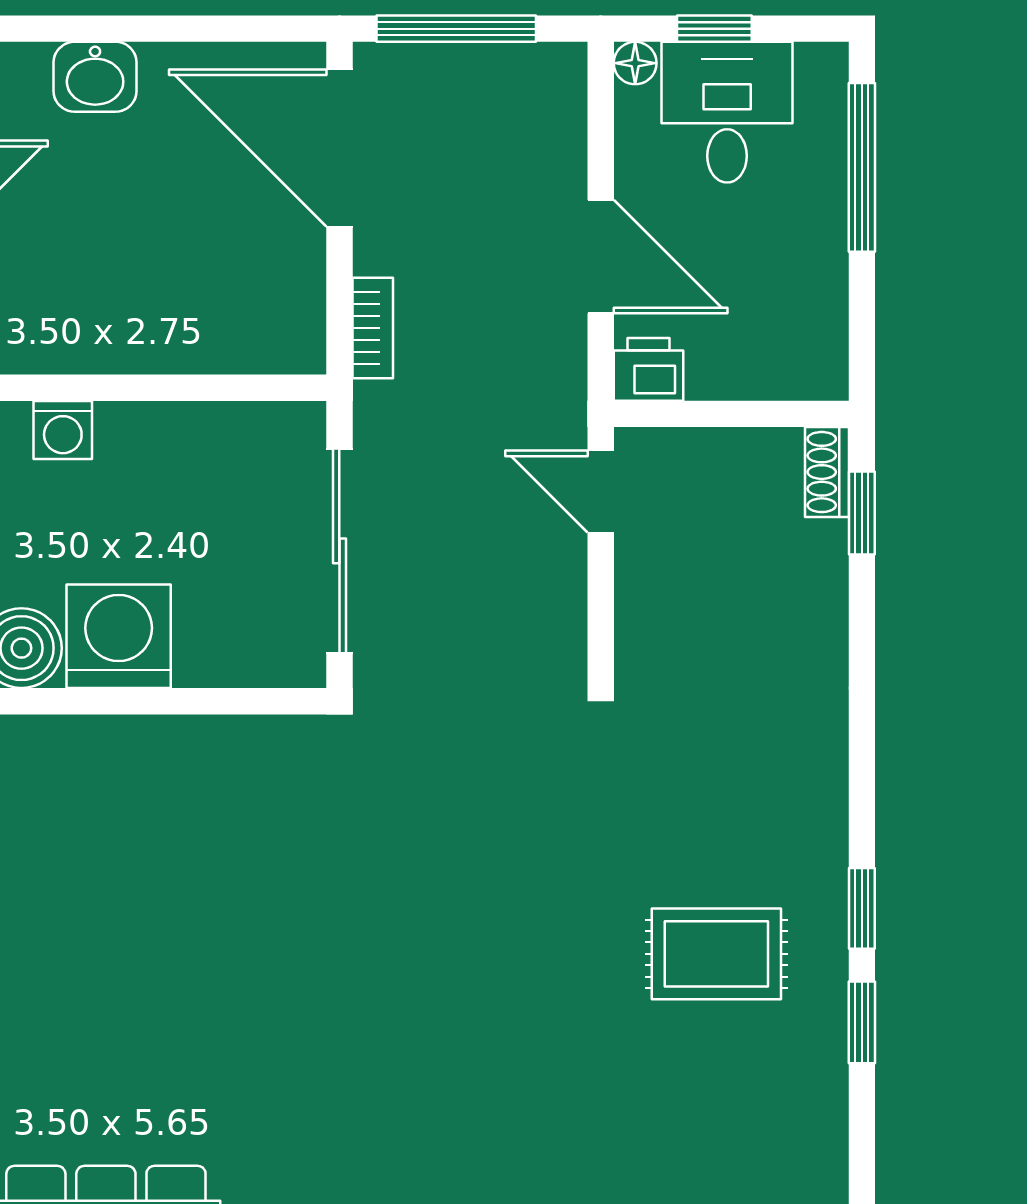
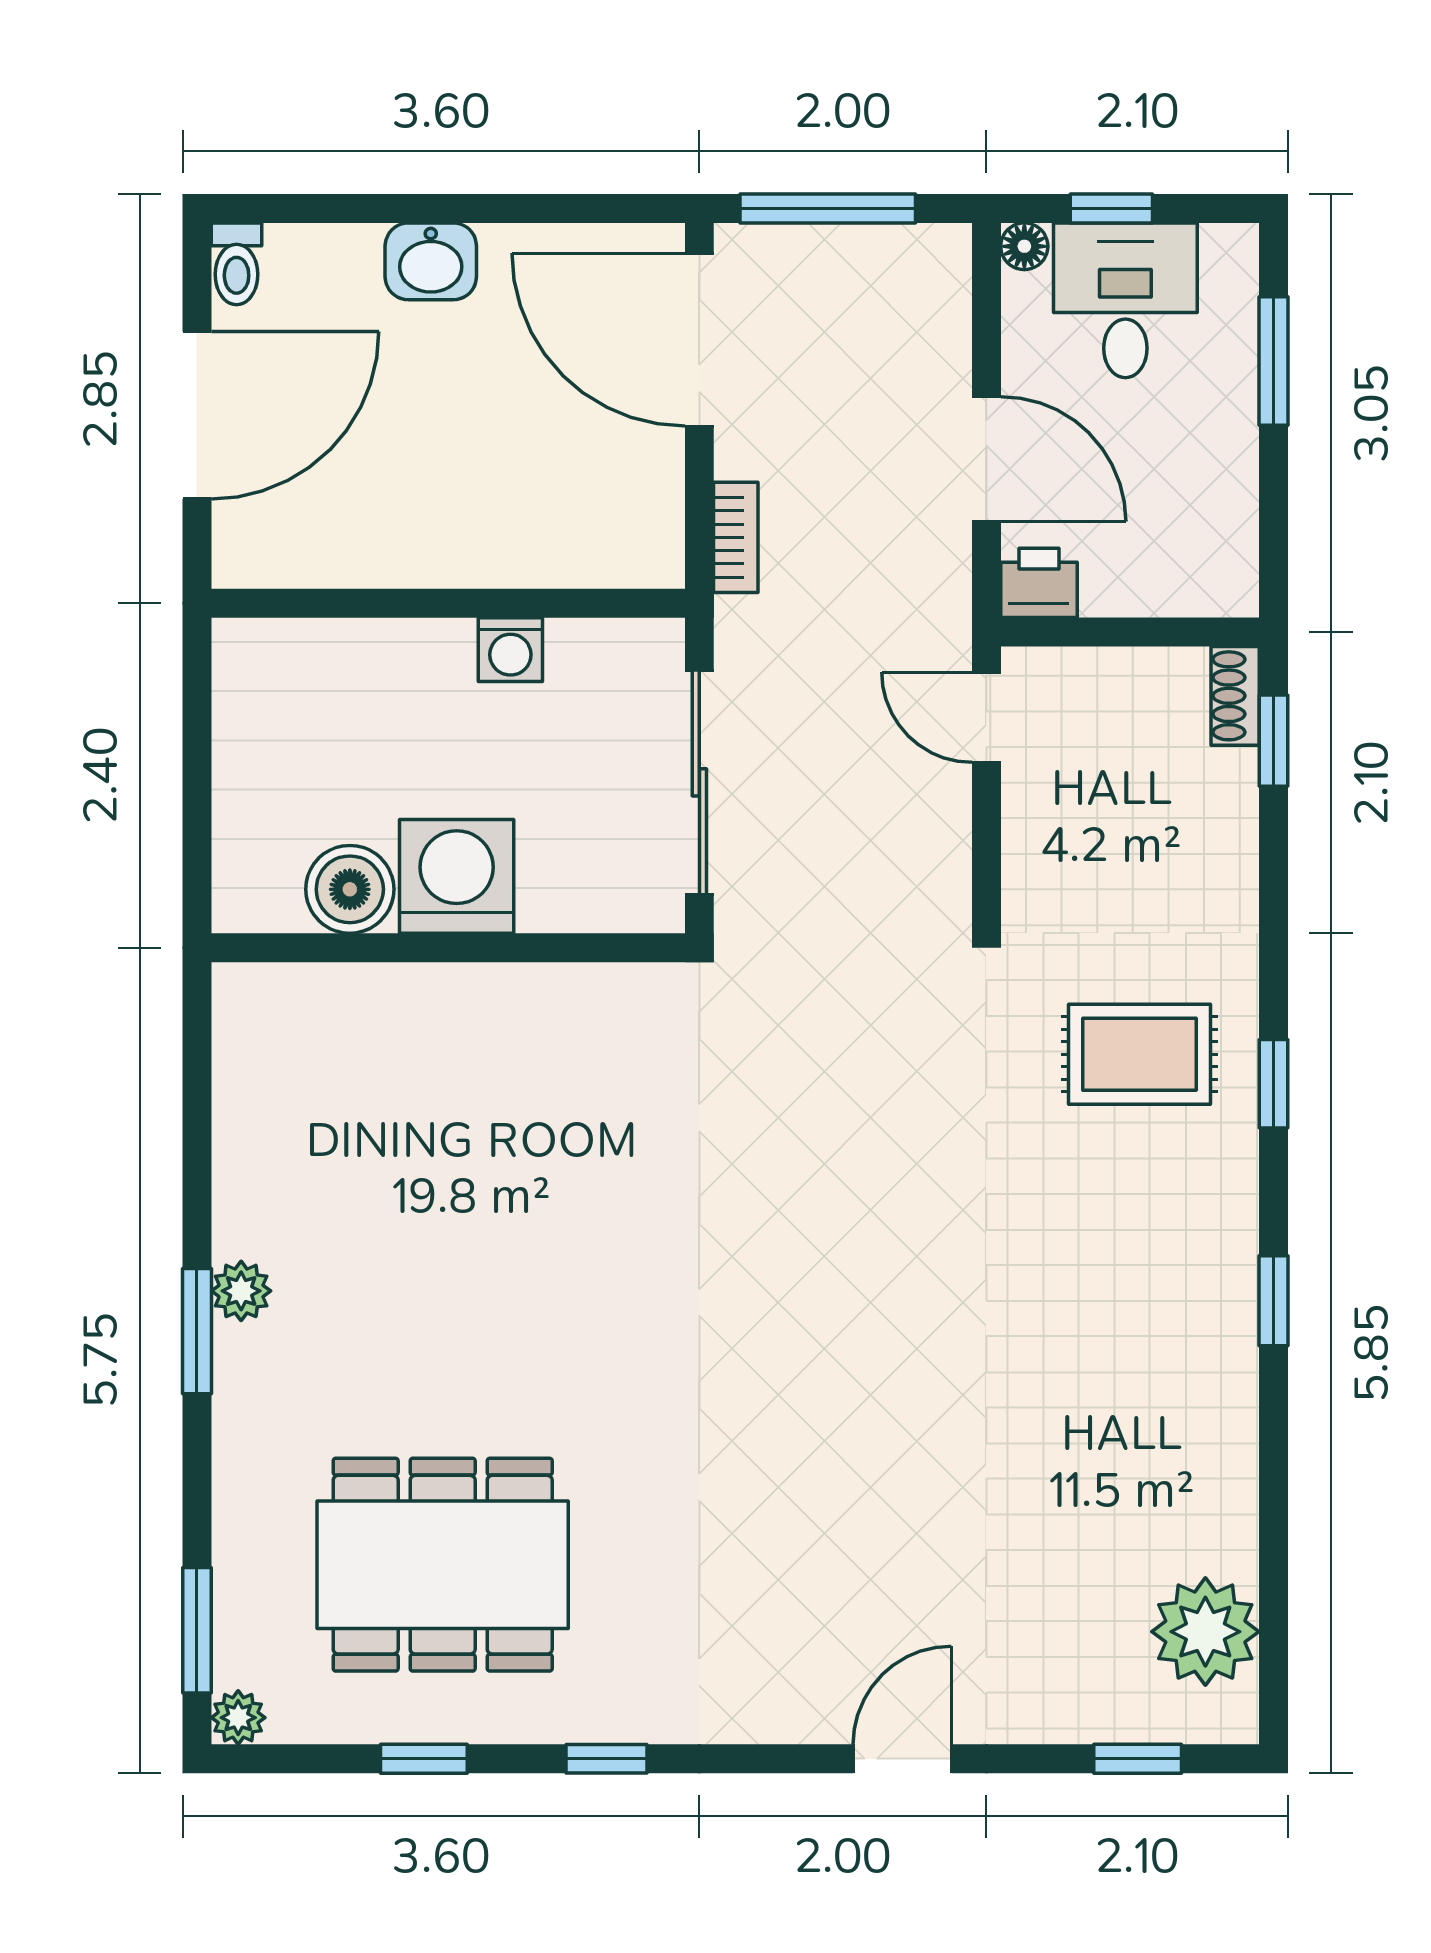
window: (862, 167) -> (1274, 361), width x0.69
washing machine: (63, 430) -> (510, 650), moved
window: (862, 908) -> (1274, 1084), moved
rug: (716, 954) -> (1139, 1054), moved

